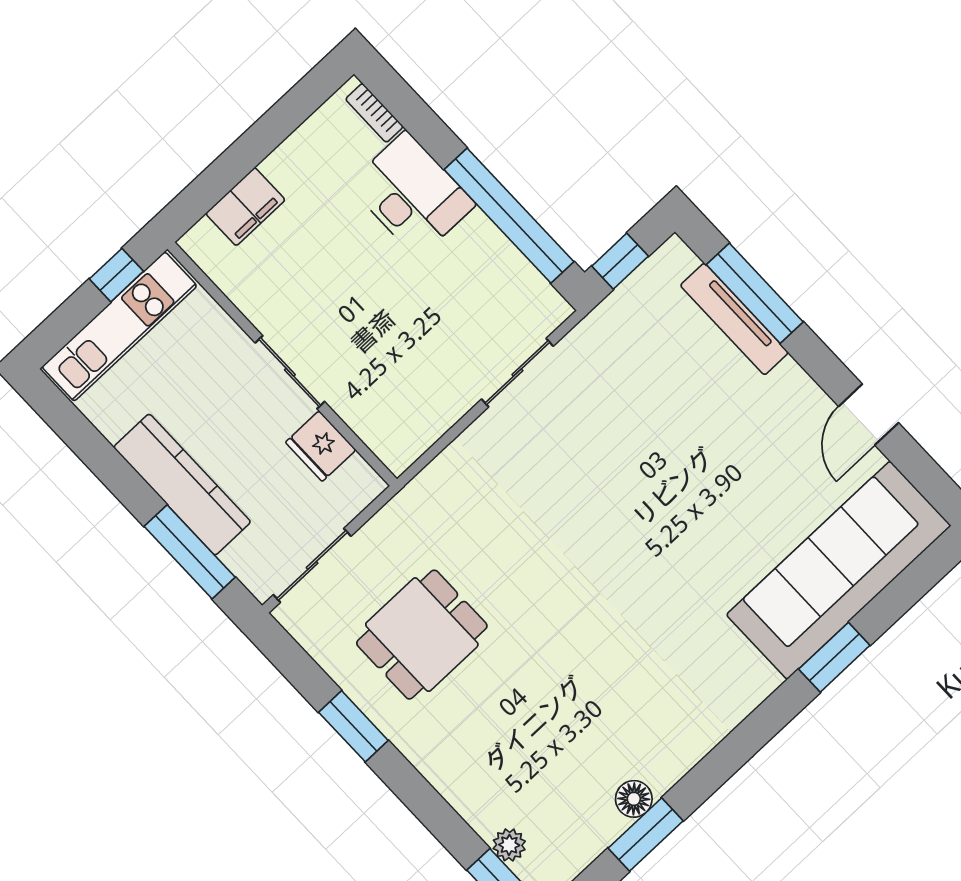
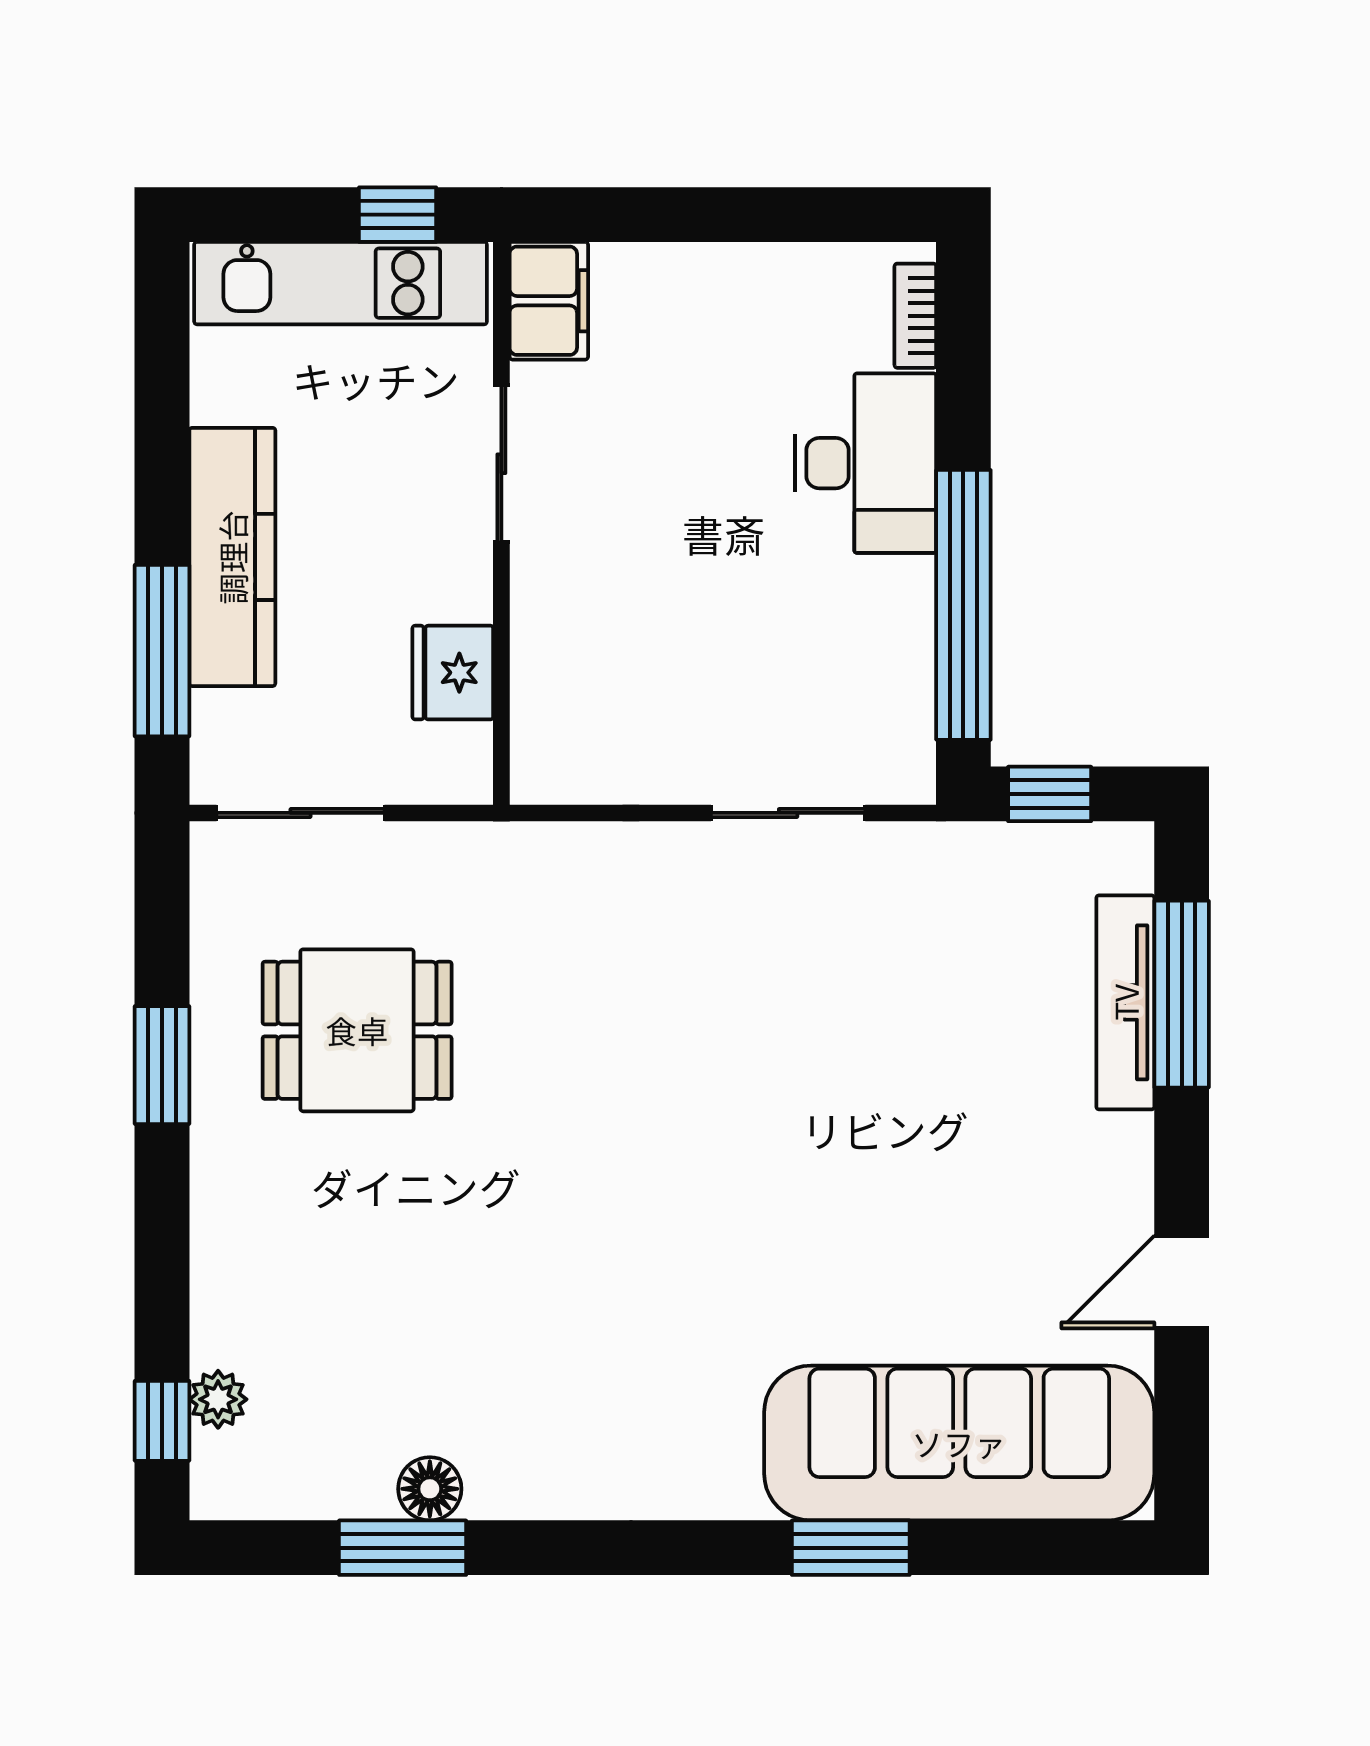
filing cabinet: (245, 207) -> (549, 301), moved, turned -90
sliding door: (290, 372) -> (501, 464), moved

